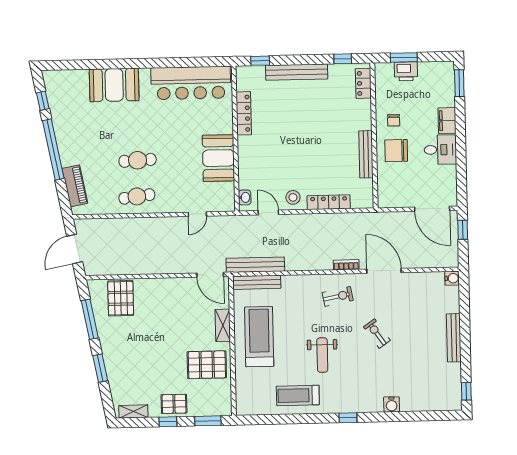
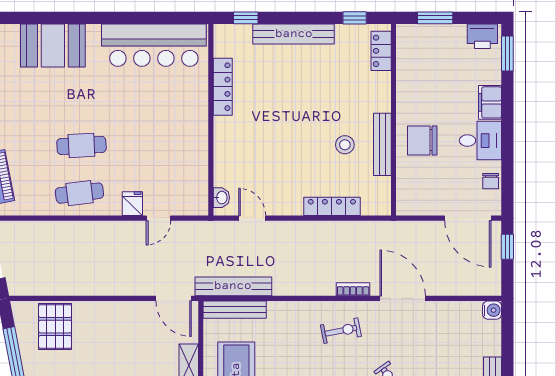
printer: (406, 71) -> (482, 36), moved
chair: (394, 120) -> (491, 181), moved
booth: (218, 158) -> (188, 145), removed
stool: (293, 197) -> (345, 145), moved
fridge: (177, 204) -> (132, 204), added

